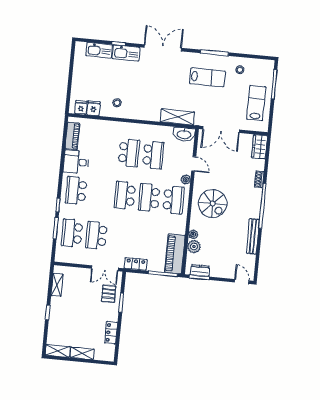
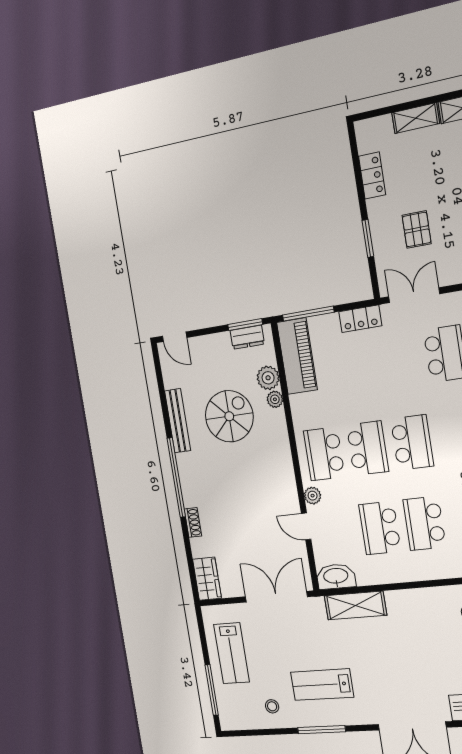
spiral stairs: (213, 203) -> (229, 416), moved, turned 90
pallet: (109, 294) -> (417, 230), moved

